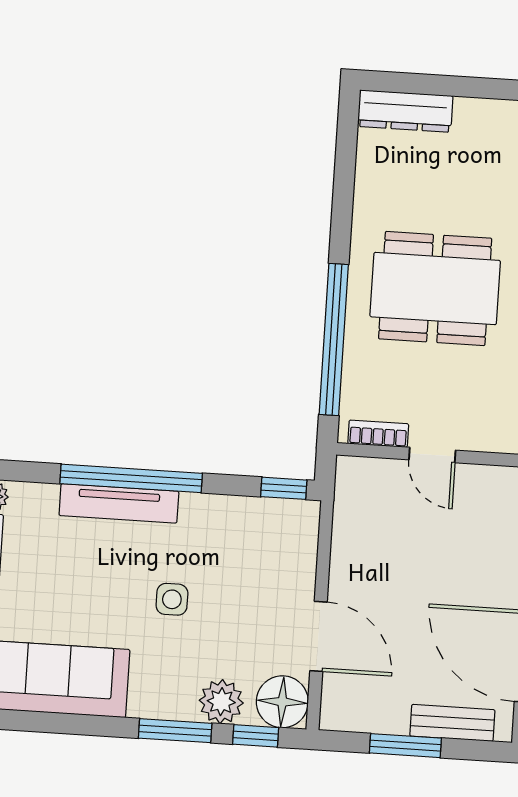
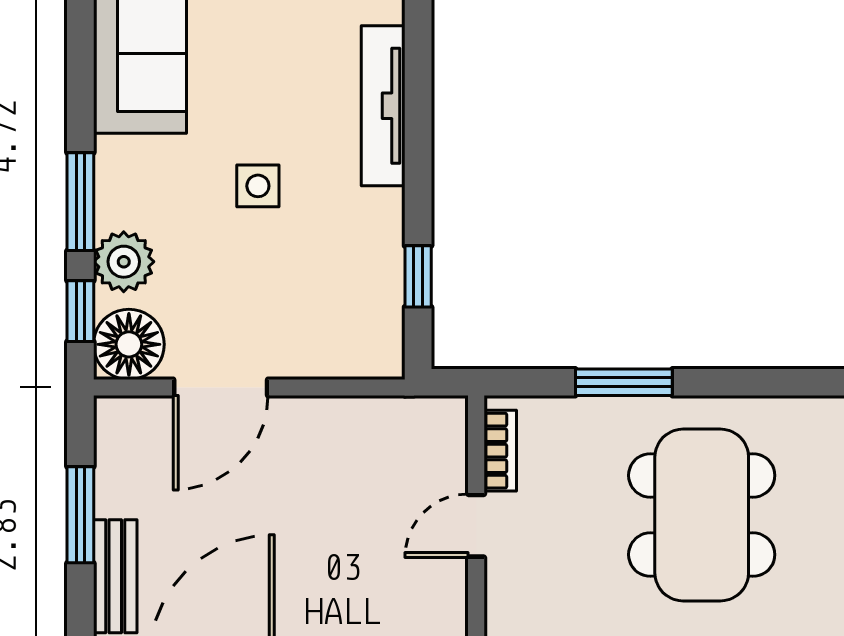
window: (334, 339) -> (624, 382), width x0.47
window: (131, 478) -> (418, 120), removed
window: (284, 488) -> (418, 276), moved

